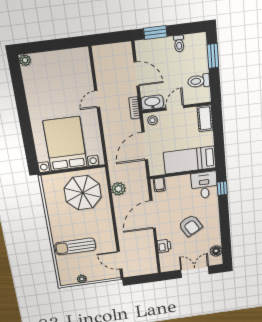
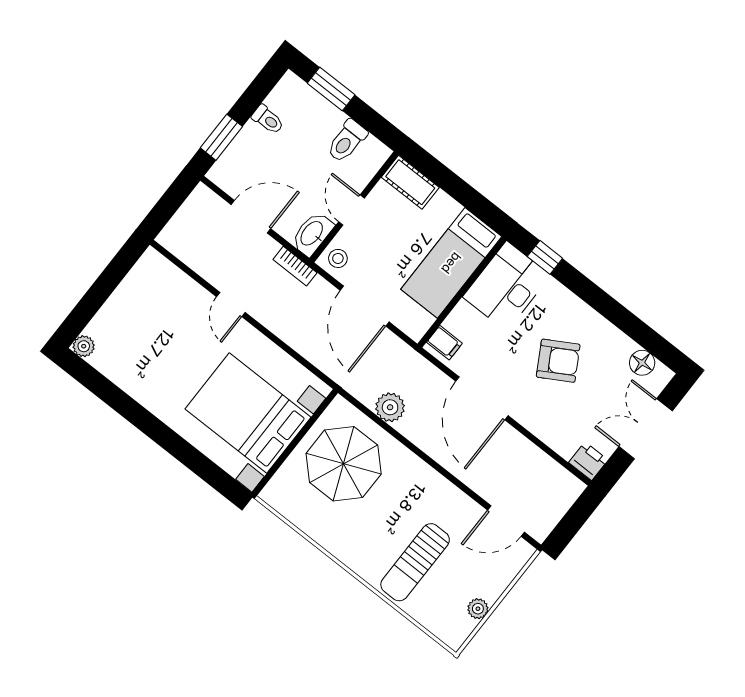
desk: (204, 185) -> (507, 286), width x1.37
printer: (164, 246) -> (588, 461), moved

